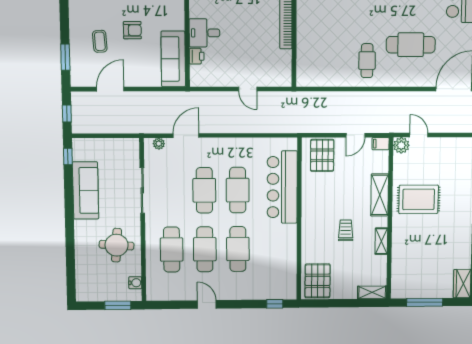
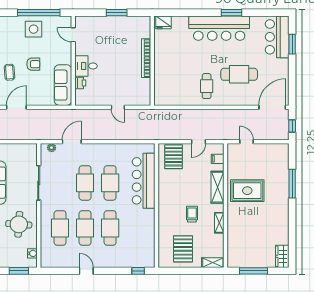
filing cabinet: (381, 144) -> (218, 159), moved
plant: (401, 145) -> (233, 149), removed
pallet: (318, 281) -> (183, 249), moved

